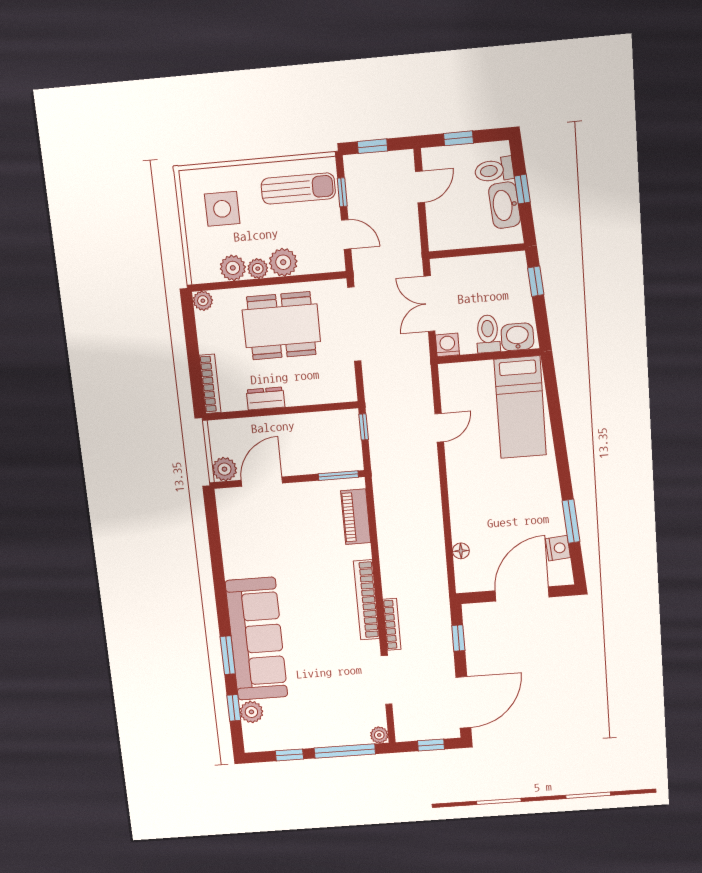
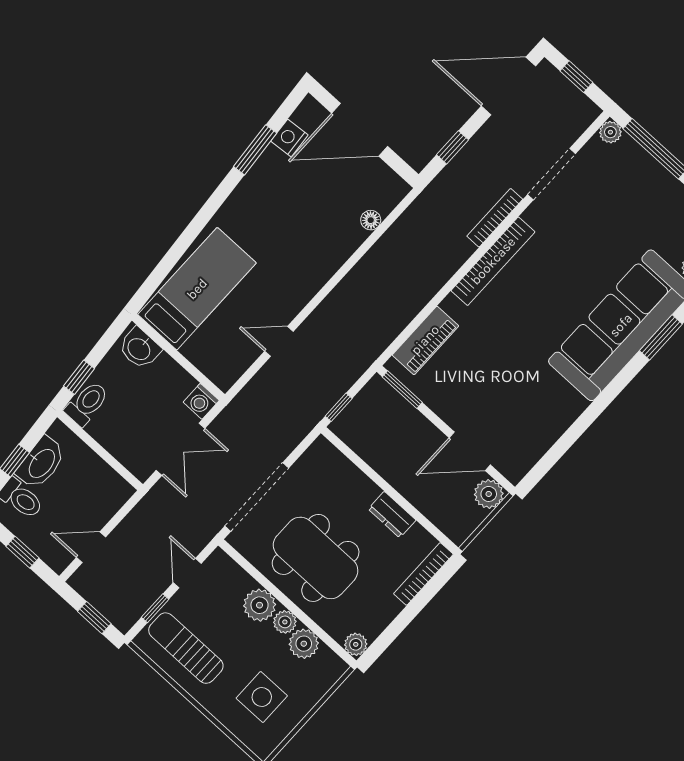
toilet: (488, 334) -> (87, 403), moved, turned 180

